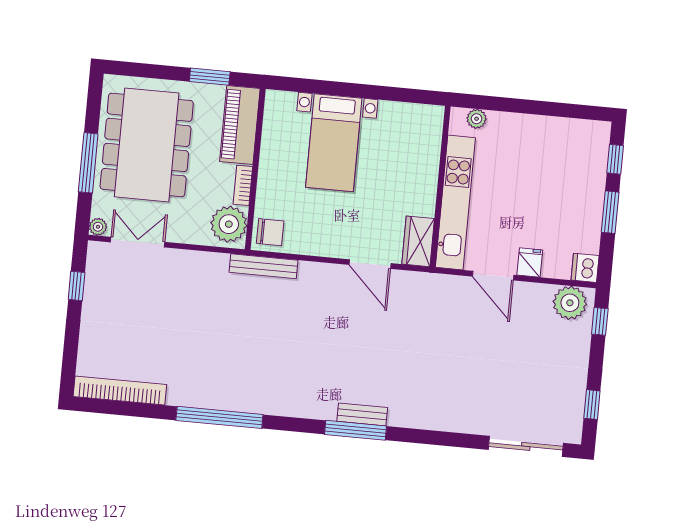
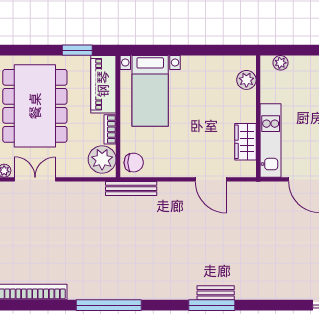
plant: (429, 137) -> (246, 80), added
bed with nightstands: (334, 143) -> (150, 91), moved
kitchen unit: (455, 202) -> (271, 141), width x0.73
wardrobe: (418, 241) -> (245, 142), moved

